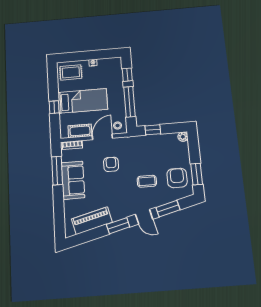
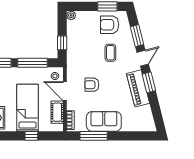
piano: (92, 221) -> (138, 88), moved

